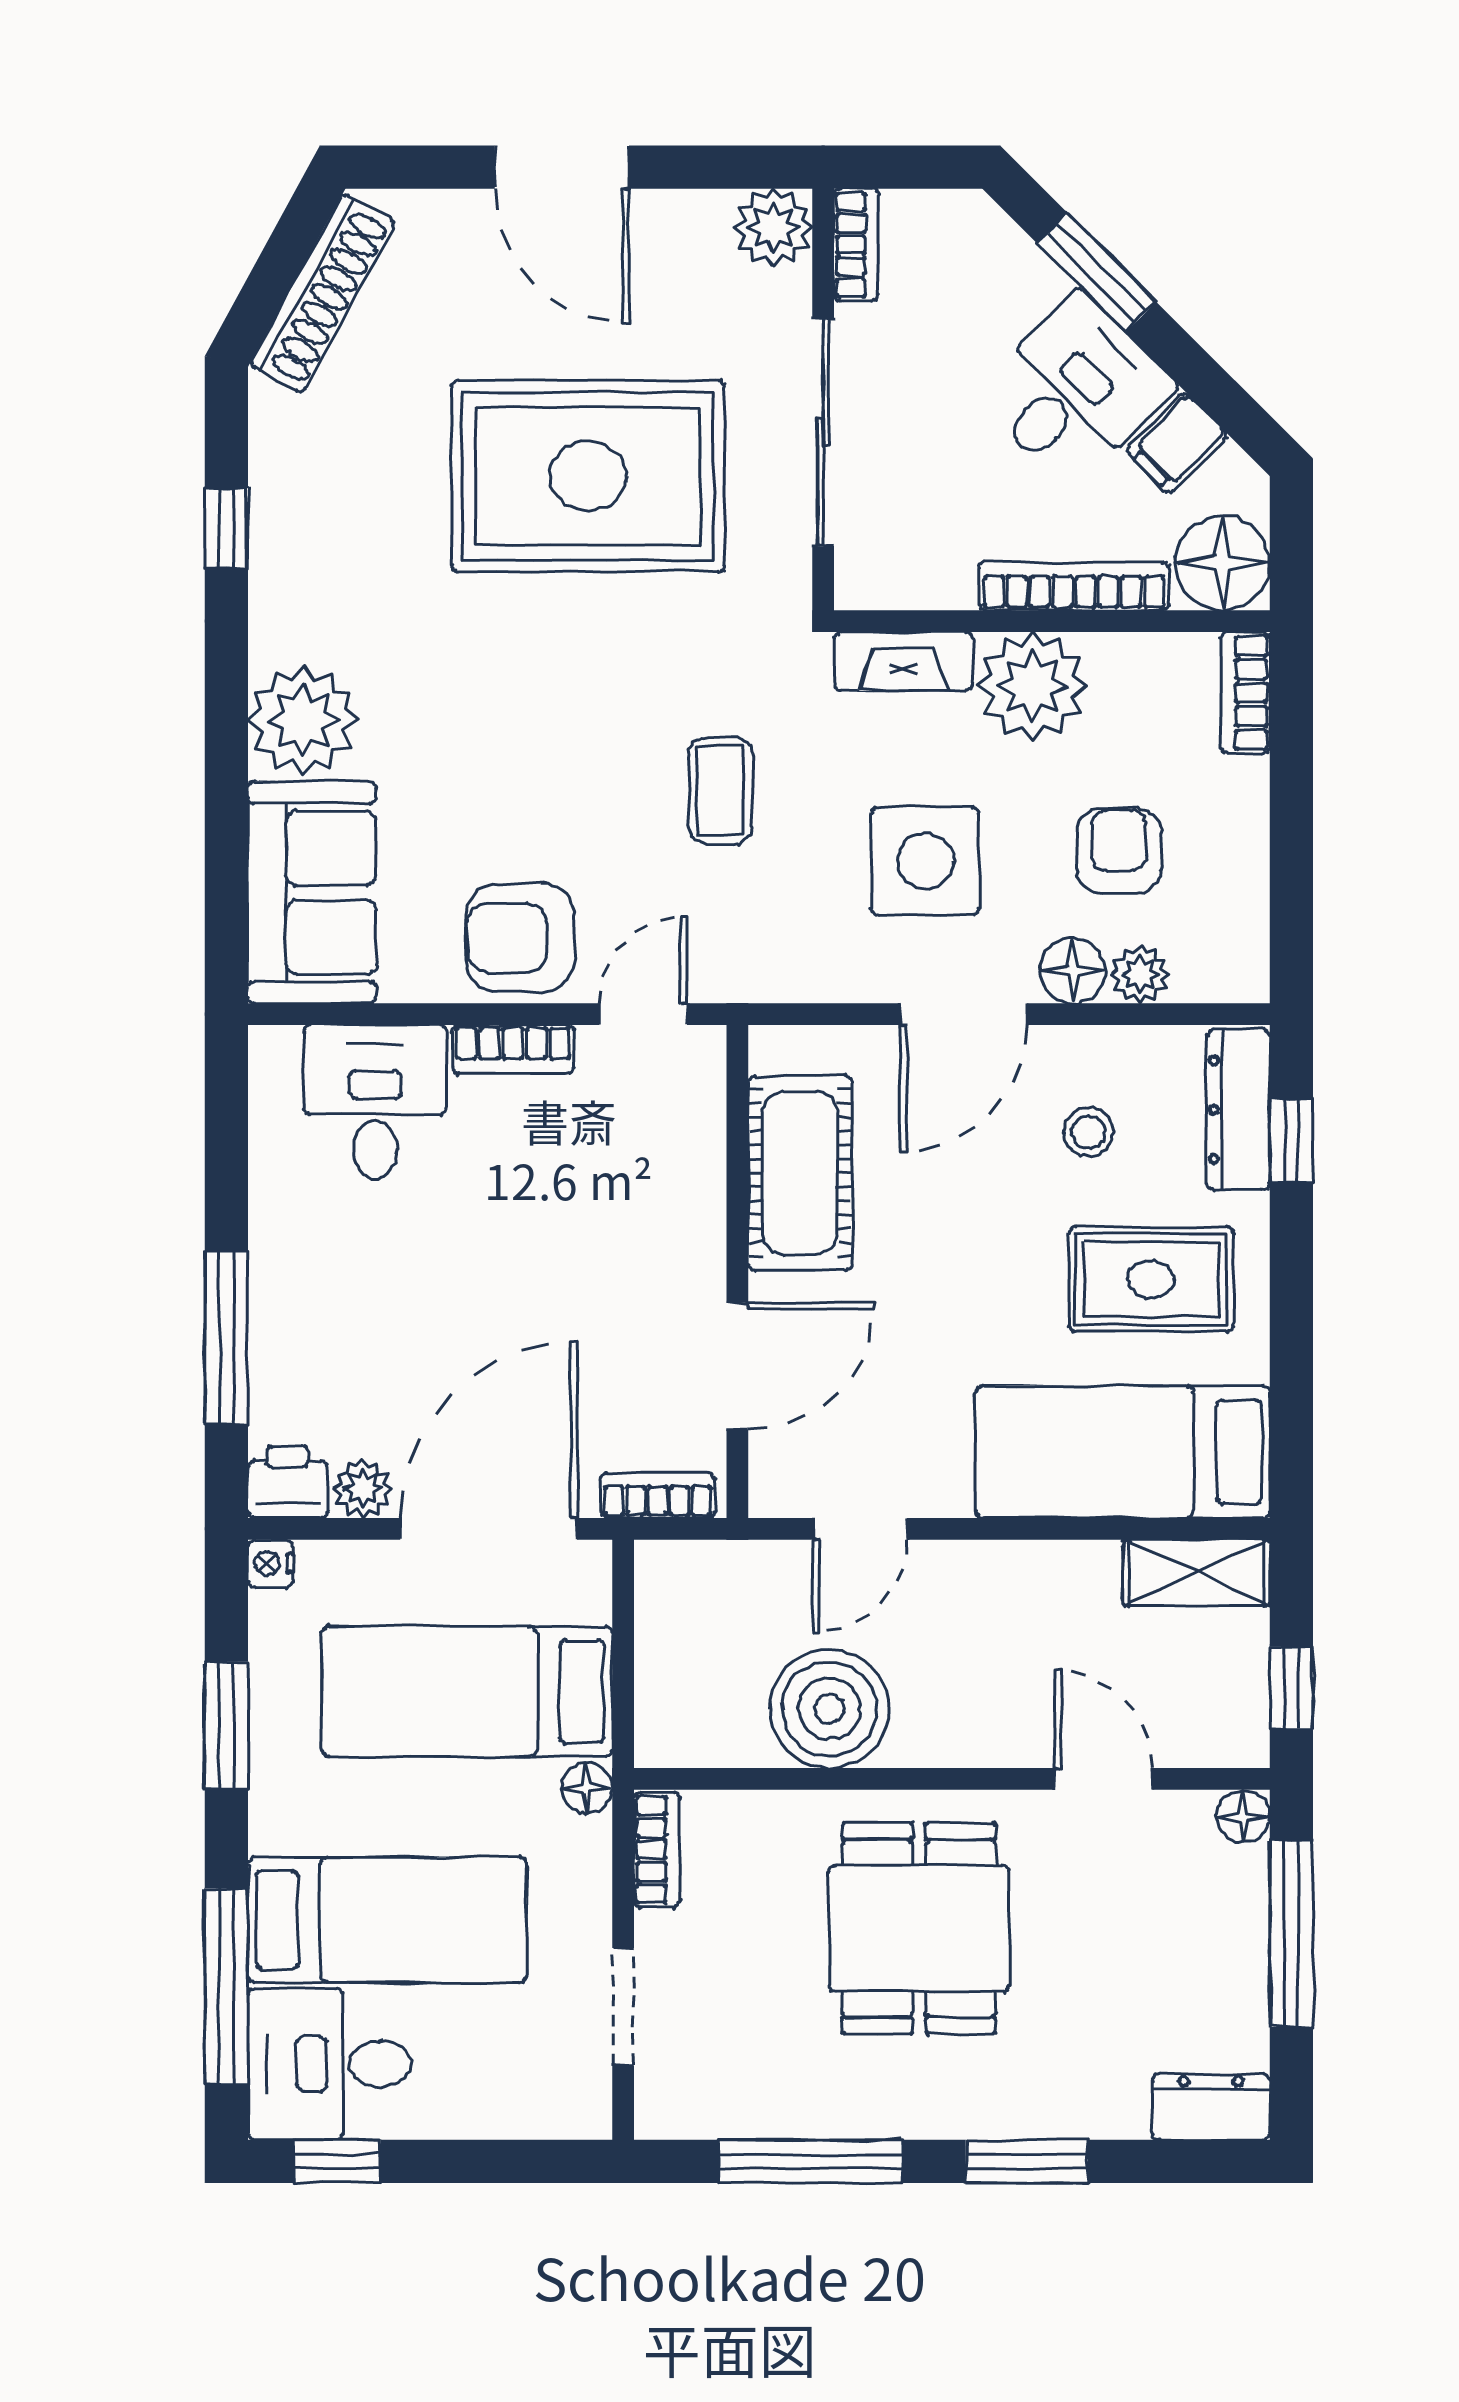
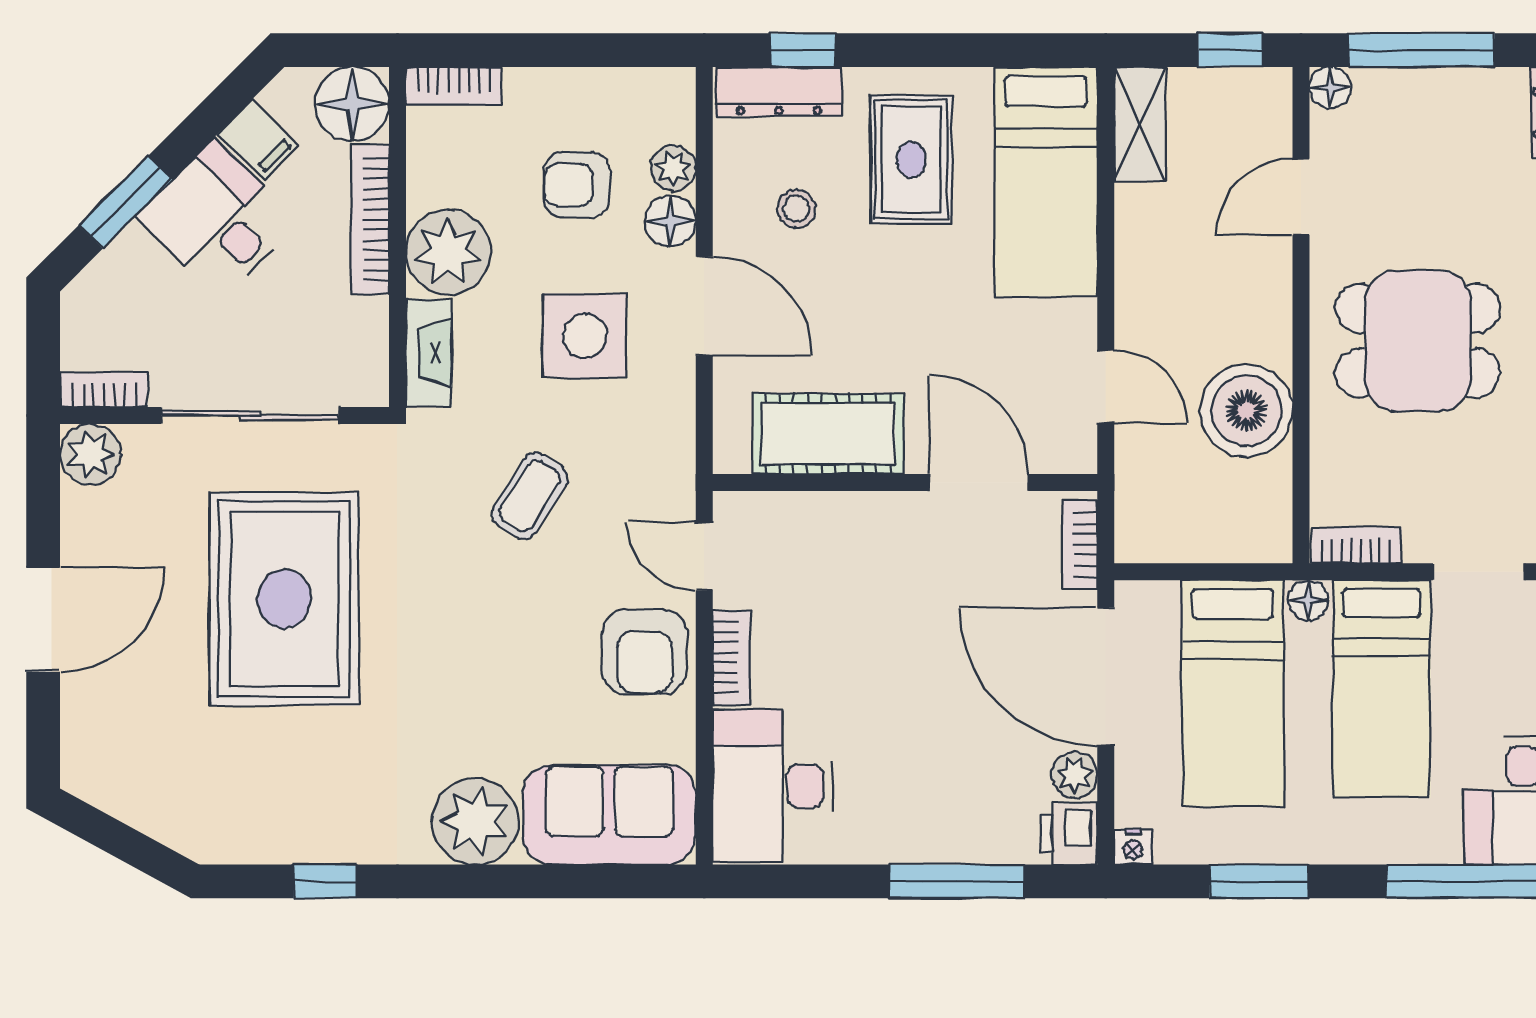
shoe rack: (323, 293) -> (142, 806), removed
coffee table: (720, 791) -> (530, 496), turned -57
desk: (375, 1102) -> (773, 786), width x1.37
bed: (387, 1920) -> (1382, 689), moved, turned 180

